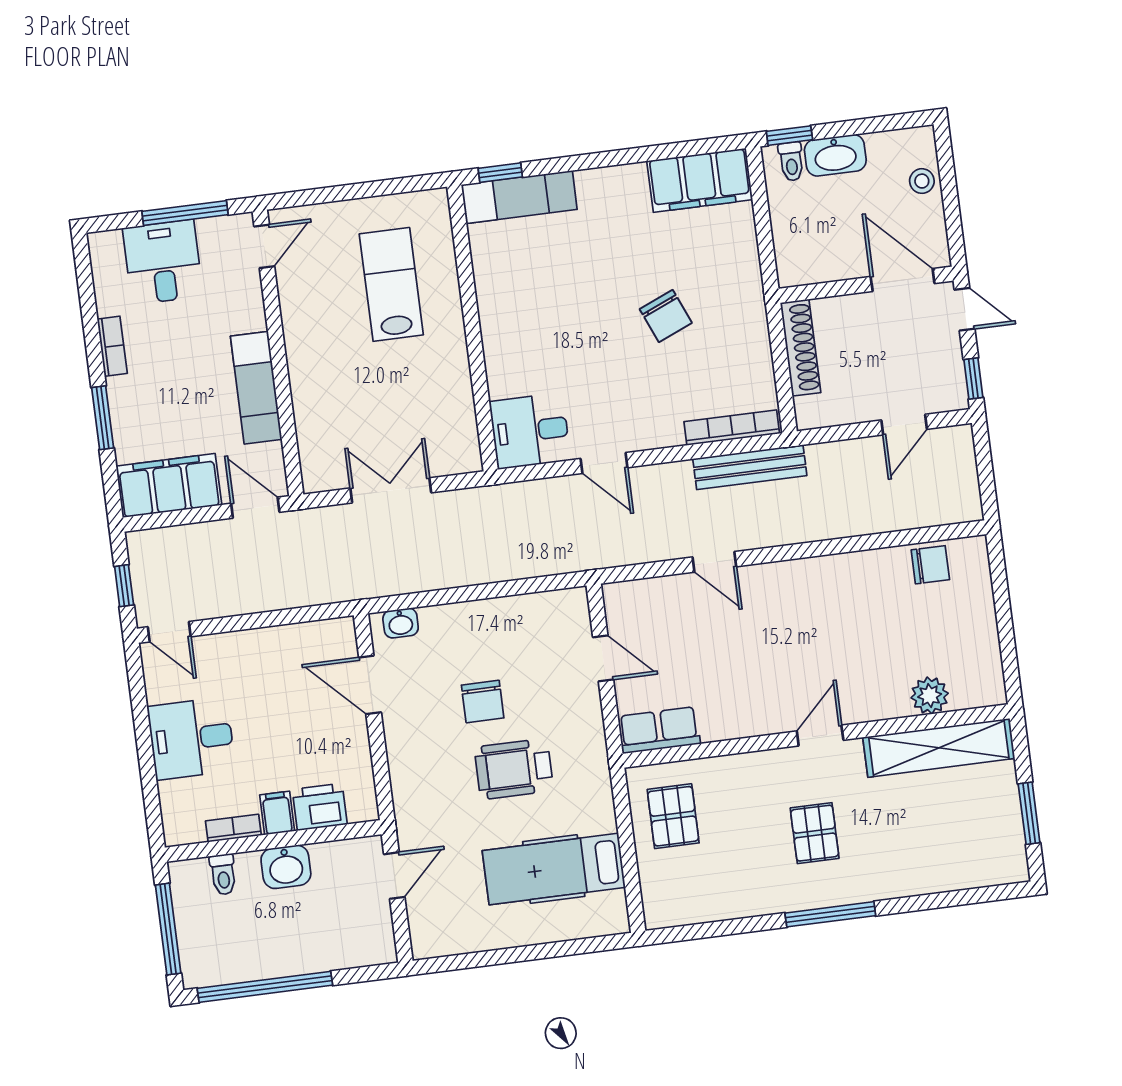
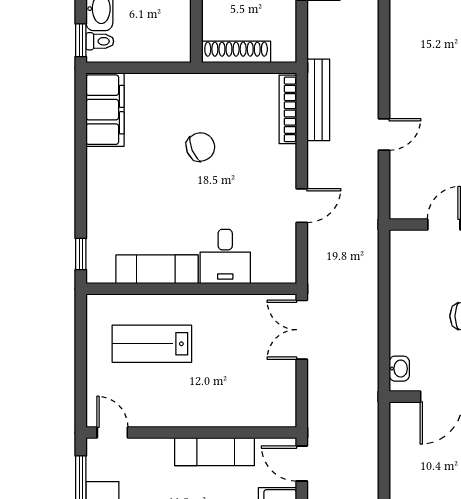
exam couch: (519, 197) -> (157, 269), moved, turned -90
desk: (530, 431) -> (225, 256), moved
double door: (391, 490) -> (302, 330), moved
door: (255, 508) -> (302, 464), hinge flipped

